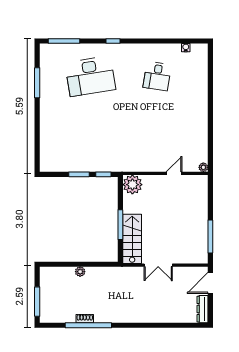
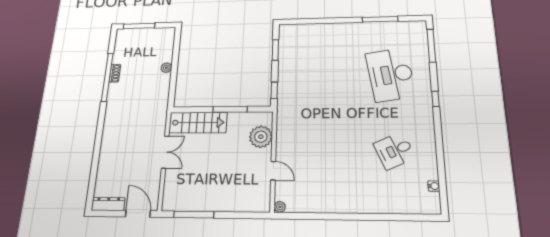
desk: (157, 76) -> (394, 151), turned -33
window: (79, 174) -> (275, 50), moved
plant: (132, 185) -> (261, 137), moved
window: (120, 225) -> (230, 109), moved
double door: (158, 265) -> (165, 152), swing flipped

